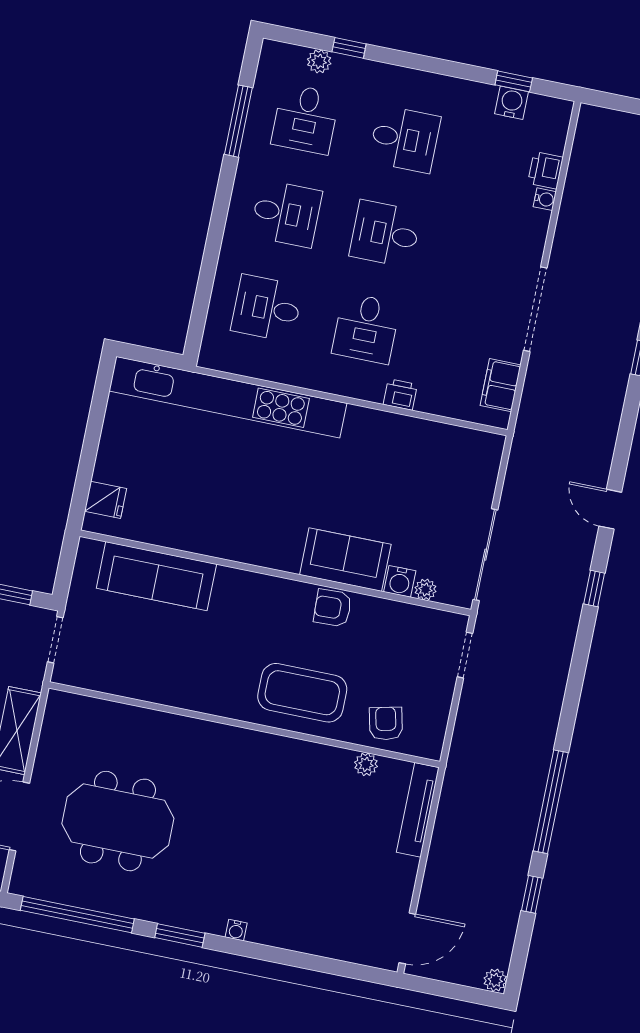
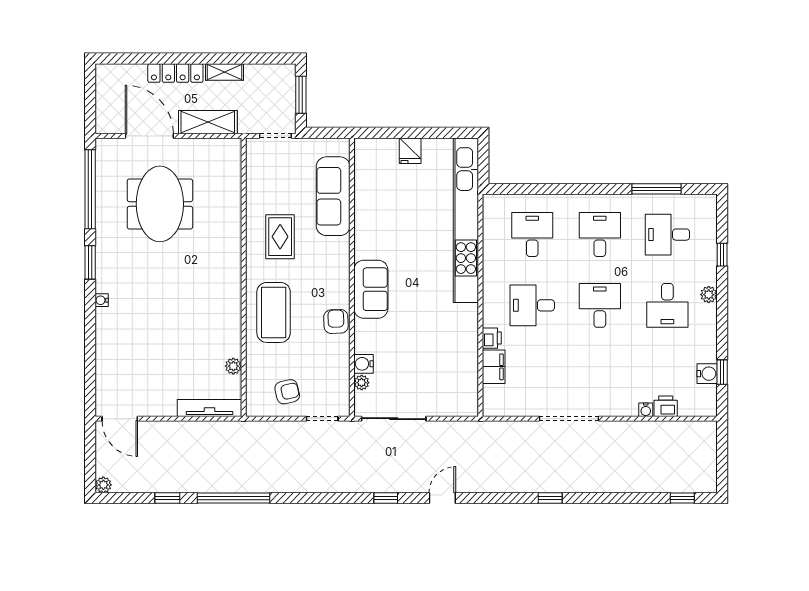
plant: (319, 61) -> (709, 295), moved
desk: (286, 214) -> (600, 235), turned 180
filing cabinet: (501, 385) -> (494, 367), moved, turned 90
fridge: (105, 500) -> (410, 151), moved
sofa: (345, 560) -> (371, 289), moved
rug: (198, 662) -> (280, 237), added
armchair: (386, 723) -> (287, 392), moved

